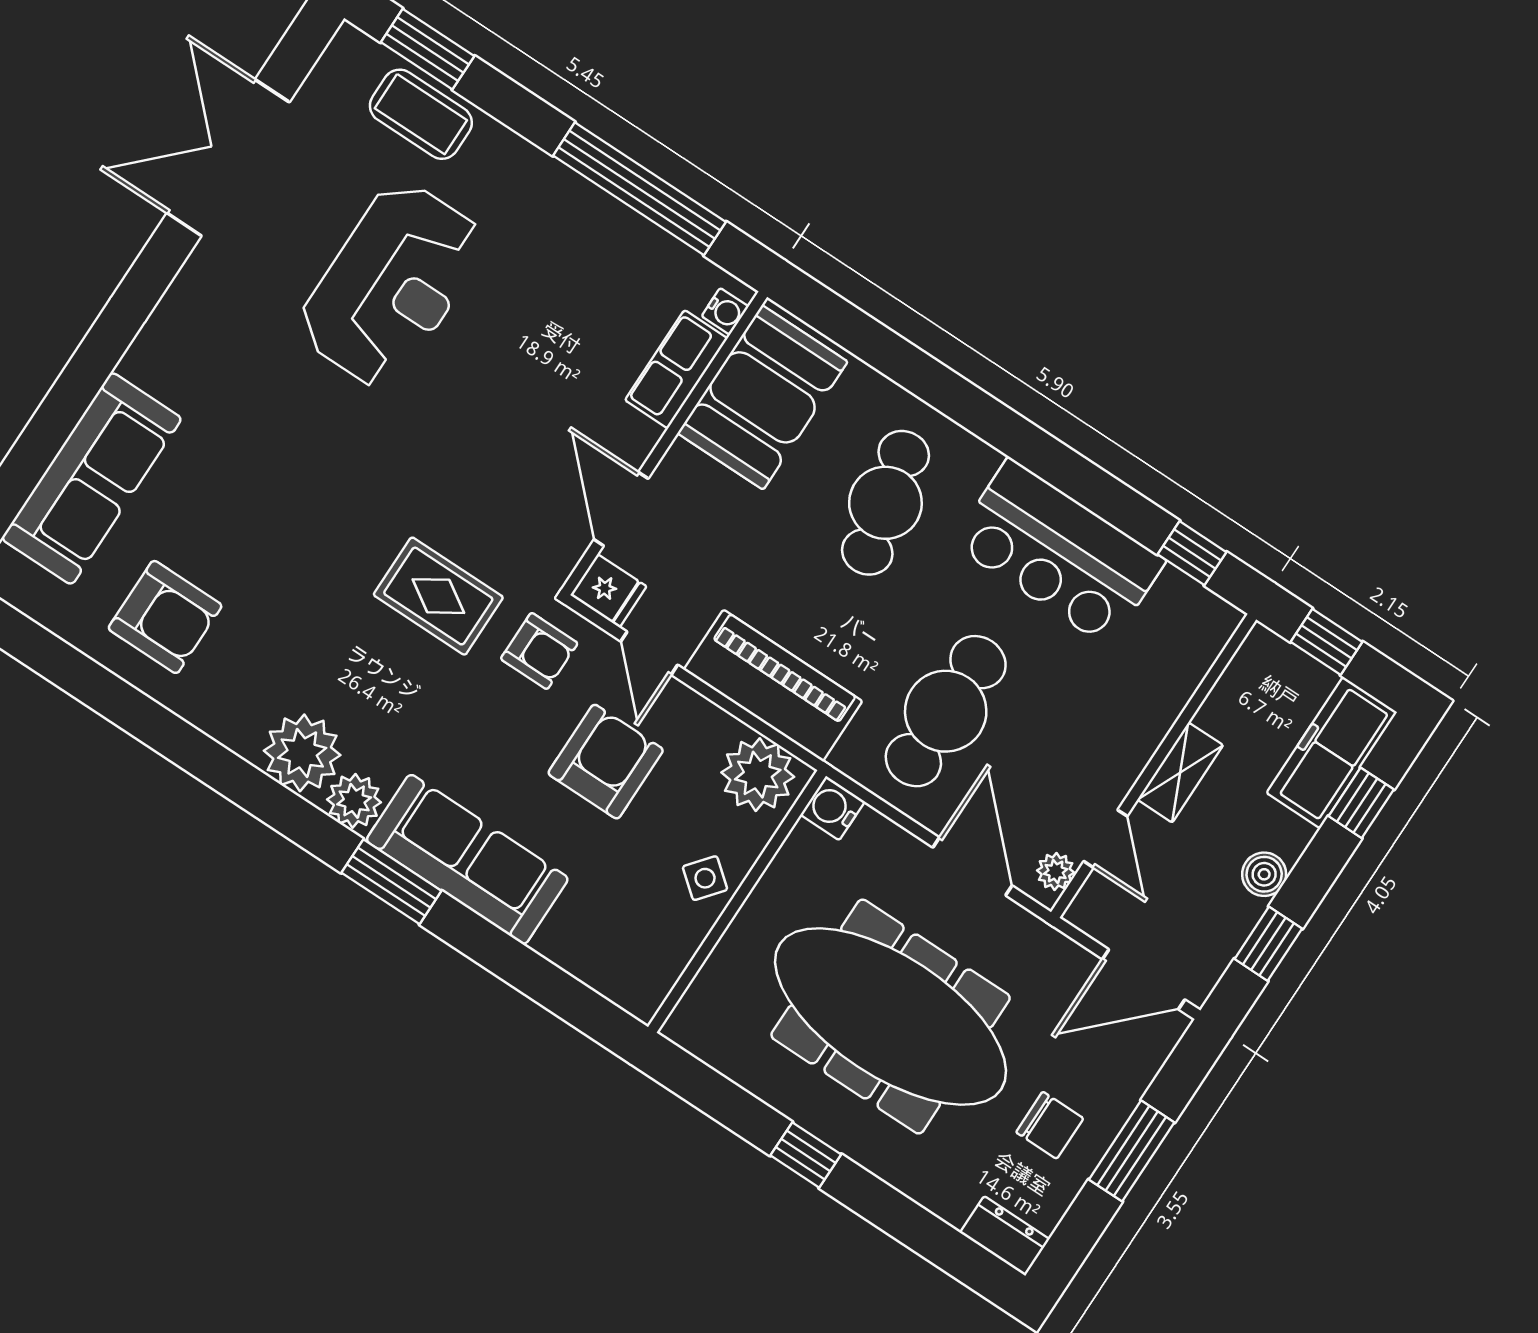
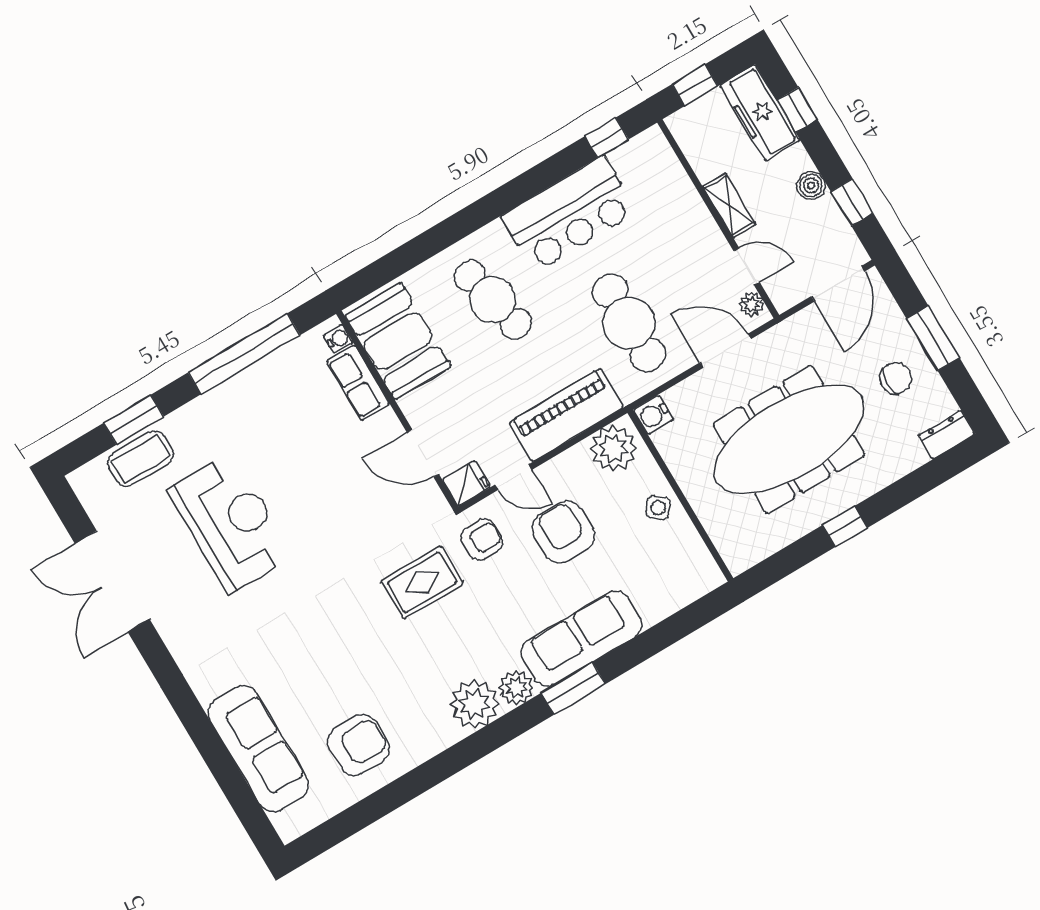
window: (428, 49) -> (134, 420), moved

